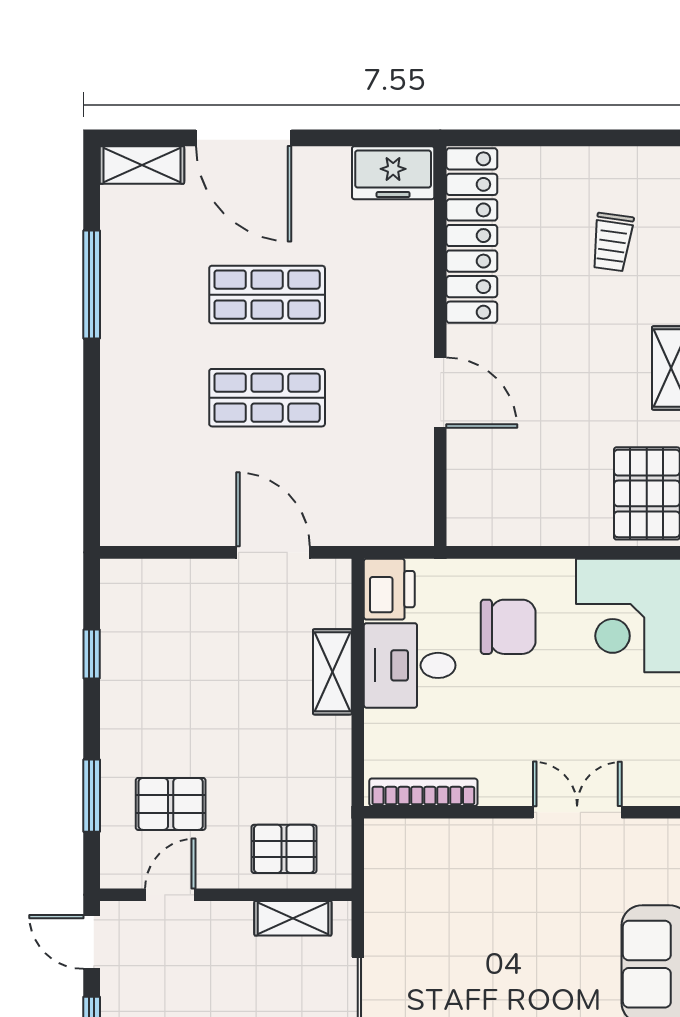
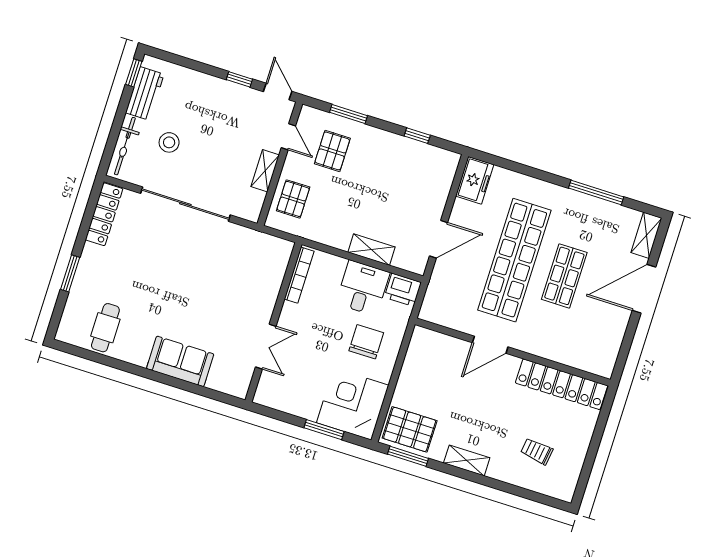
freezer: (393, 173) -> (475, 180), moved, turned 180
shop shelf: (267, 398) -> (514, 260), width x2.00, depth x1.36
chair: (508, 627) -> (366, 342), turned 180
shelving: (293, 918) -> (265, 171), moved
door: (92, 942) -> (278, 91), hinge flipped

